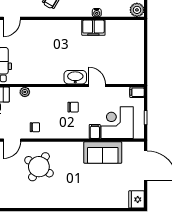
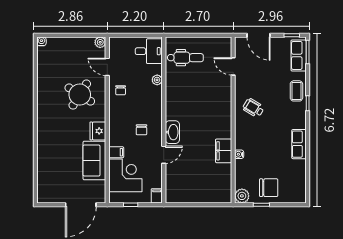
fridge: (137, 199) -> (98, 131), moved, turned -90

